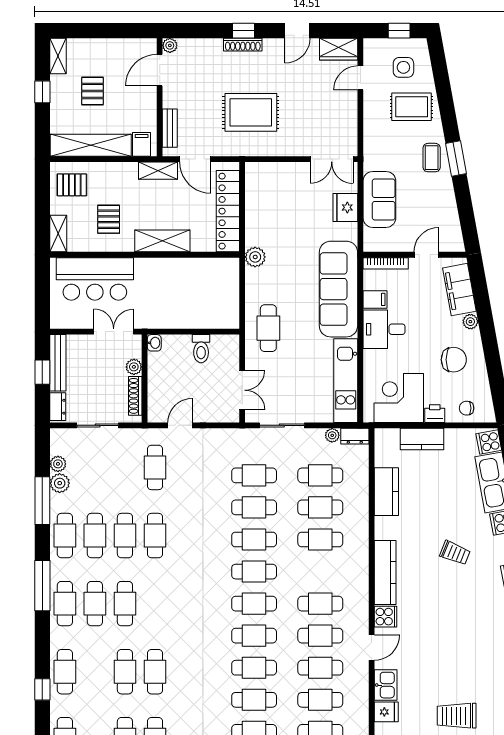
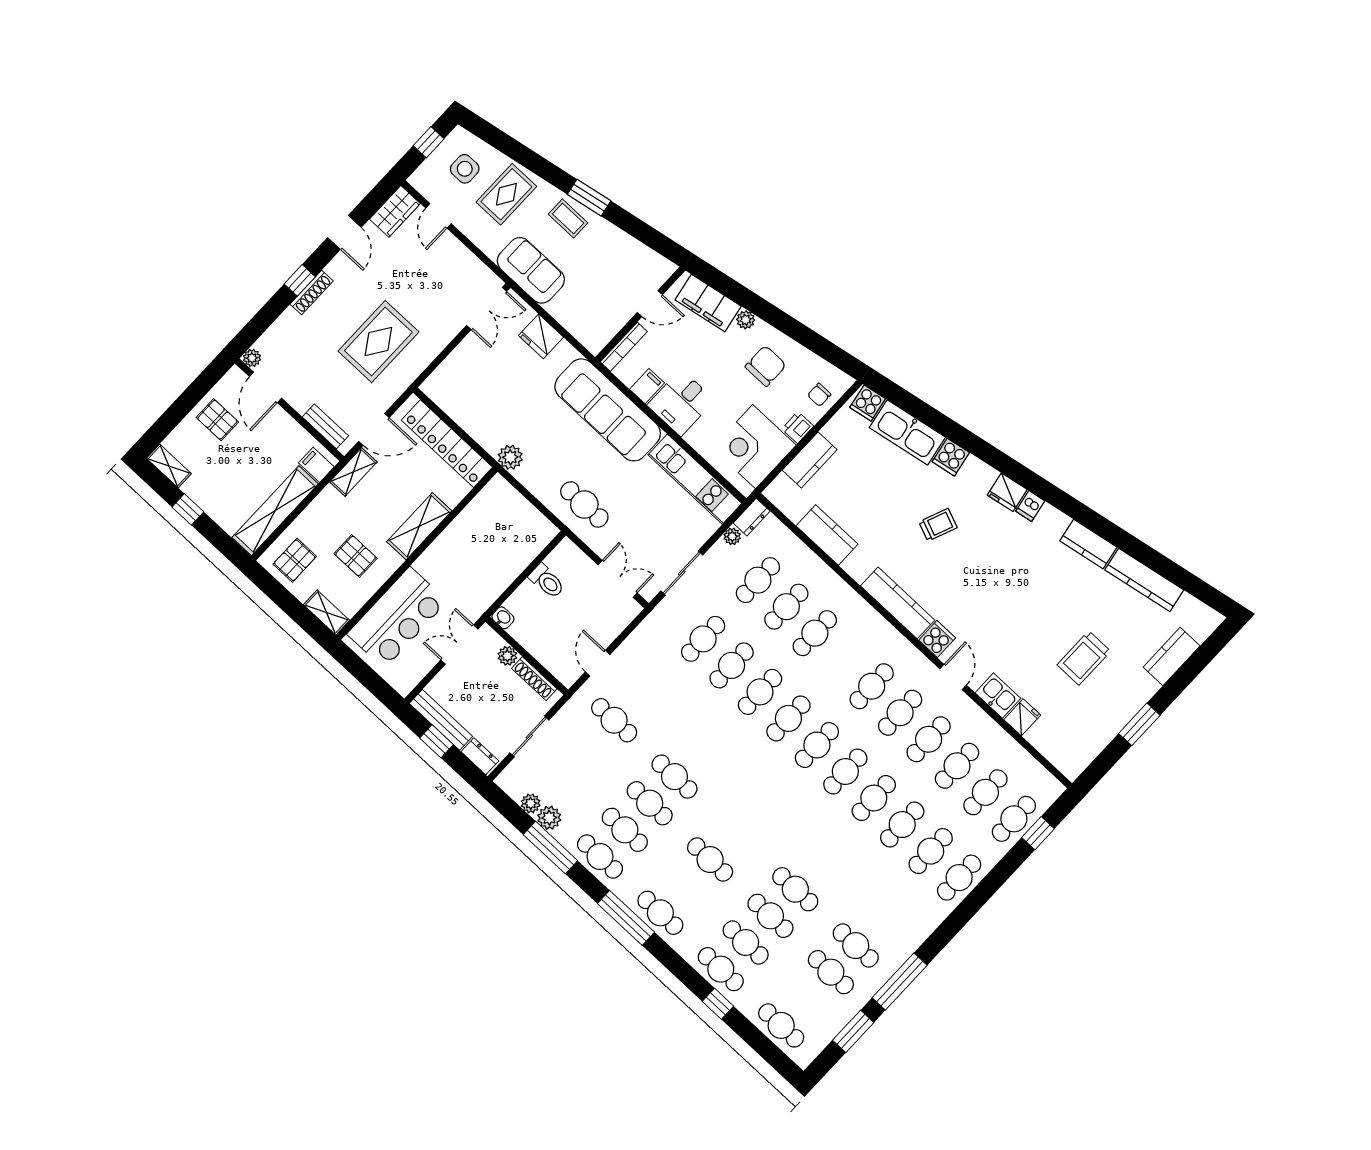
pallet: (93, 91) -> (217, 420), moved
sofa: (379, 199) -> (531, 270), moved
door: (426, 255) -> (650, 304), swing flipped
cafe table: (95, 604) -> (746, 942), moved

